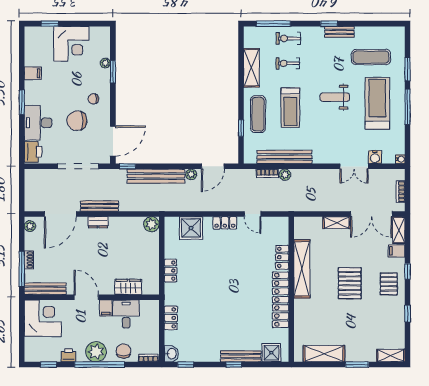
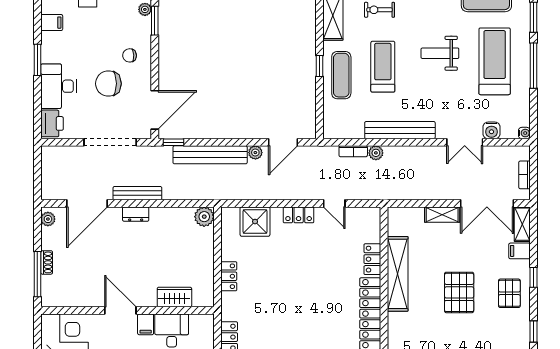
treadmill: (290, 108) -> (383, 67), turned 180
window: (241, 128) -> (319, 66), moved
bench: (284, 157) -> (400, 130), moved
bench: (45, 289) -> (68, 299), removed

